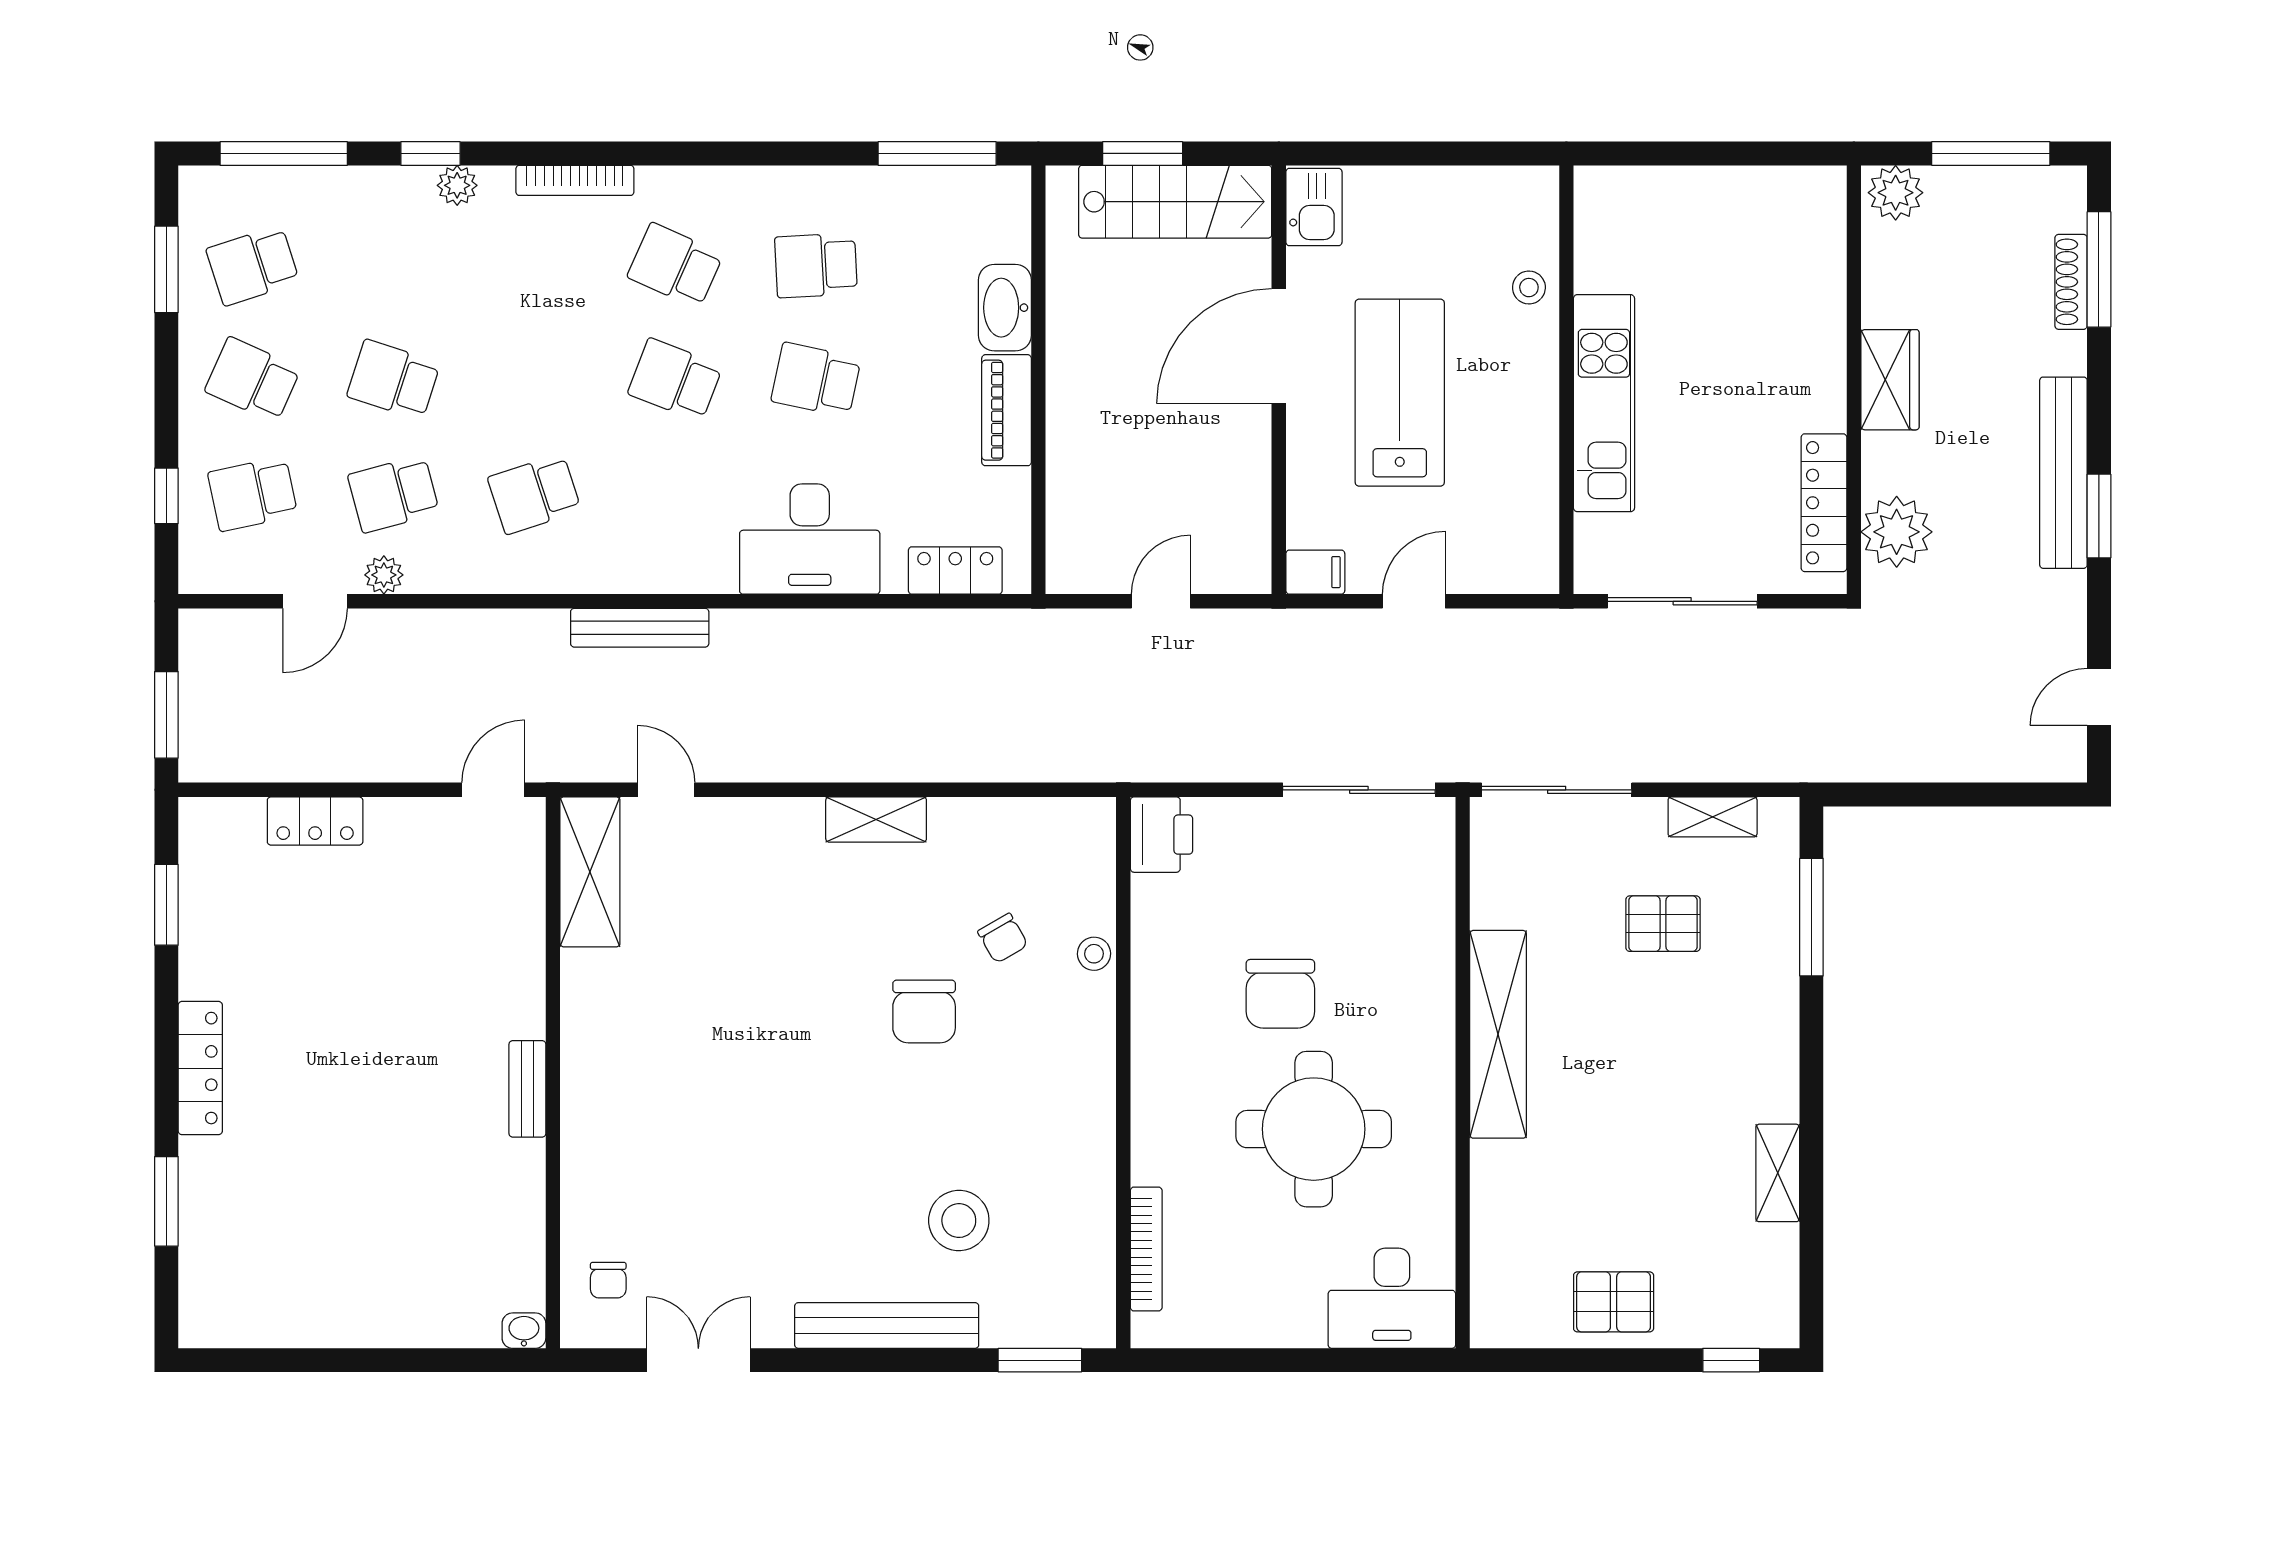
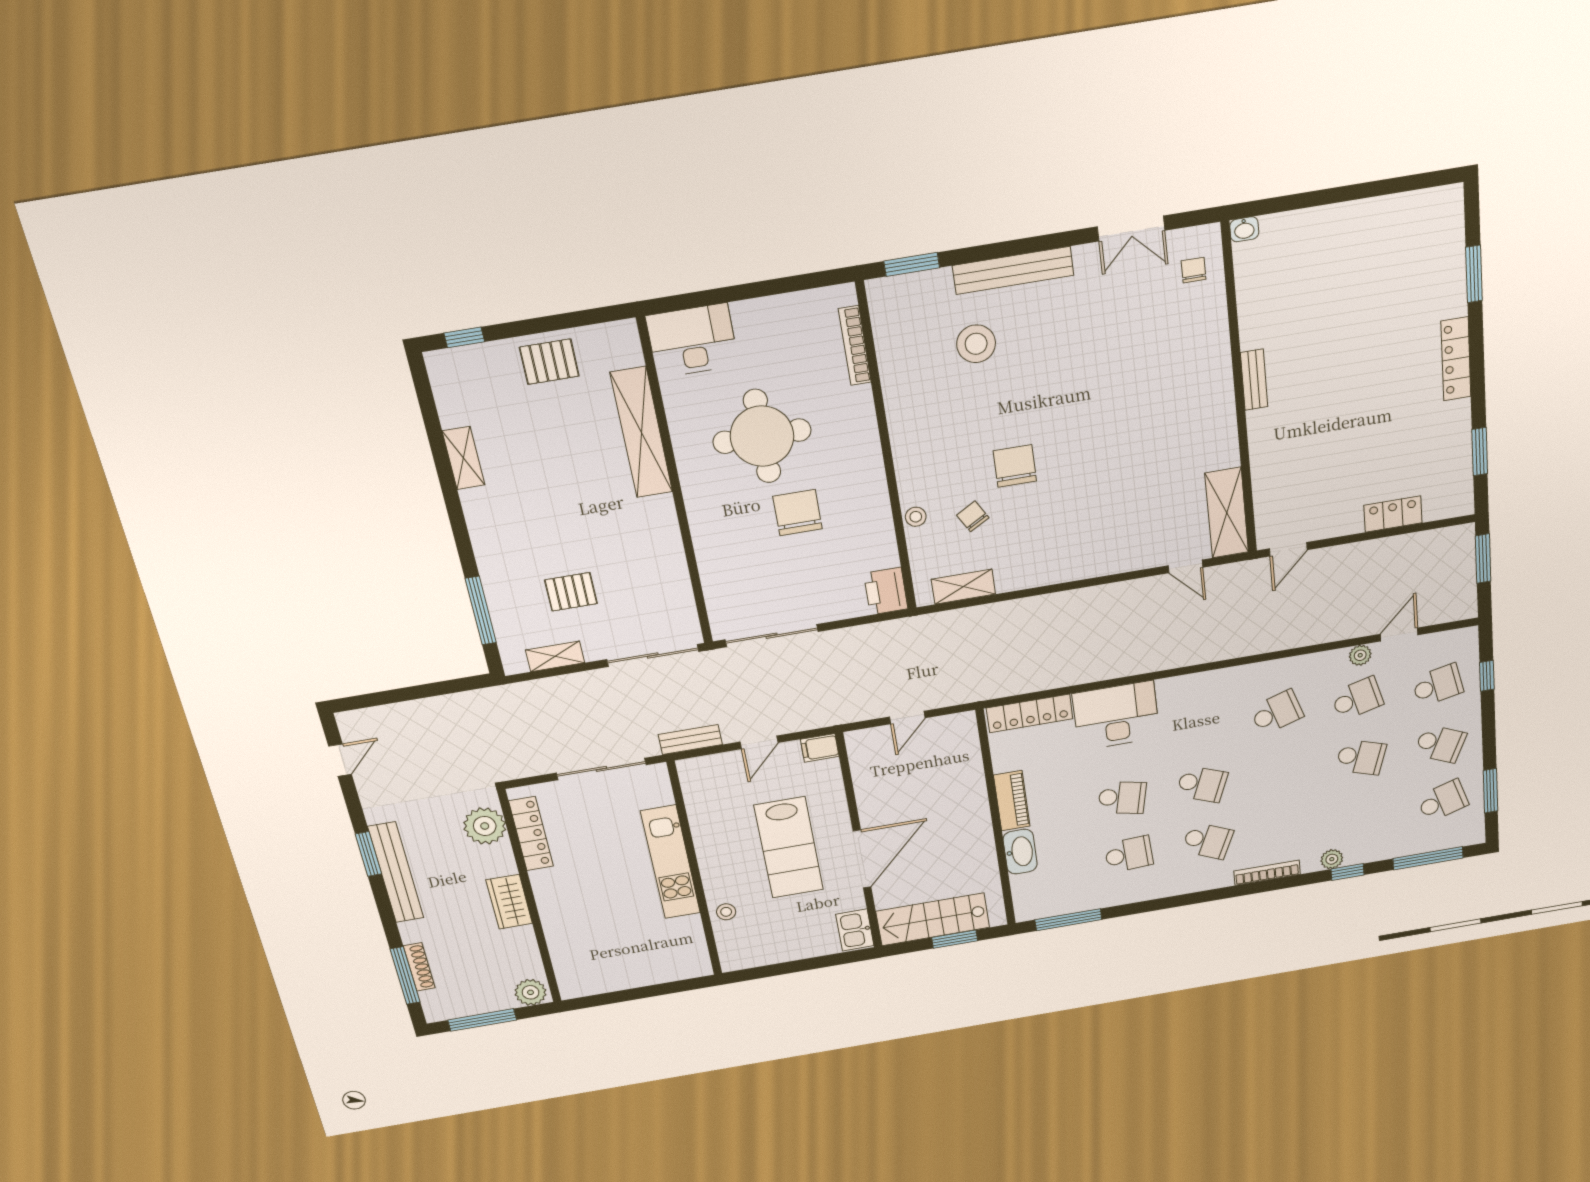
locker: (955, 570) -> (1030, 713), width x1.53
bench: (640, 628) -> (690, 740), moved, width x0.73
shelving: (876, 820) -> (963, 587), moved
shelving: (1498, 1034) -> (641, 433), moved

